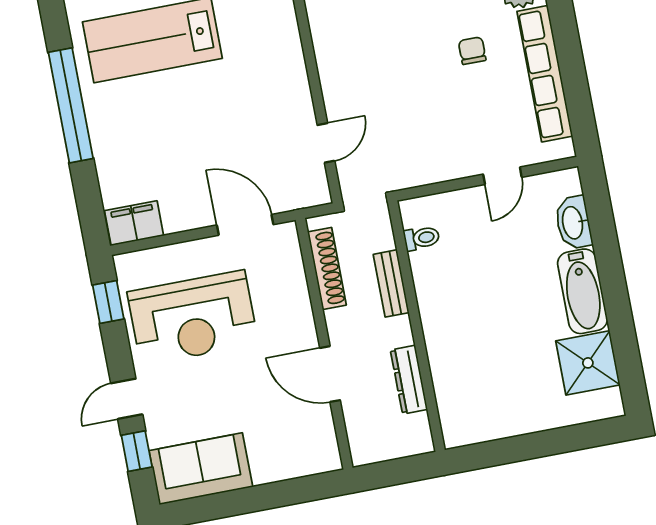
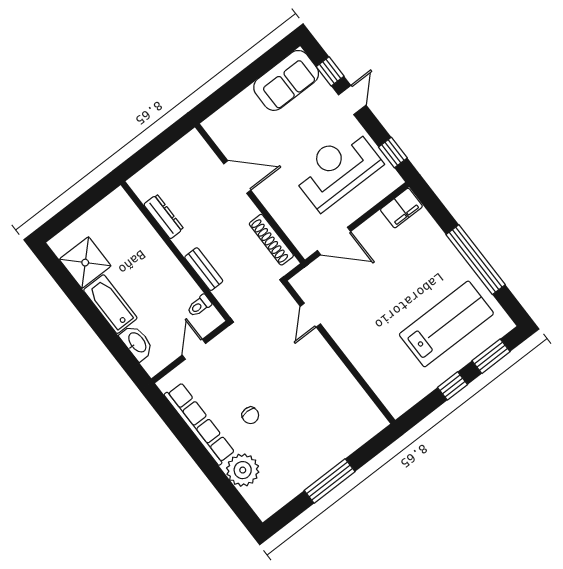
toilet: (422, 238) -> (199, 306), moved
bench: (391, 283) -> (204, 269), moved
wall: (416, 326) -> (175, 251), moved
dresser: (409, 380) -> (164, 217), moved

